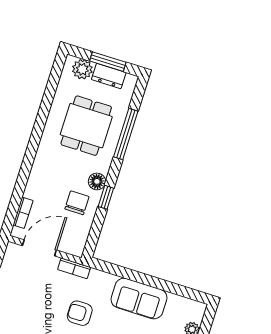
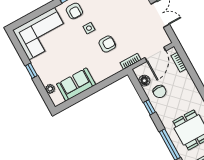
floor lamp: (97, 181) -> (144, 81), moved
sofa: (139, 298) -> (76, 84), moved

